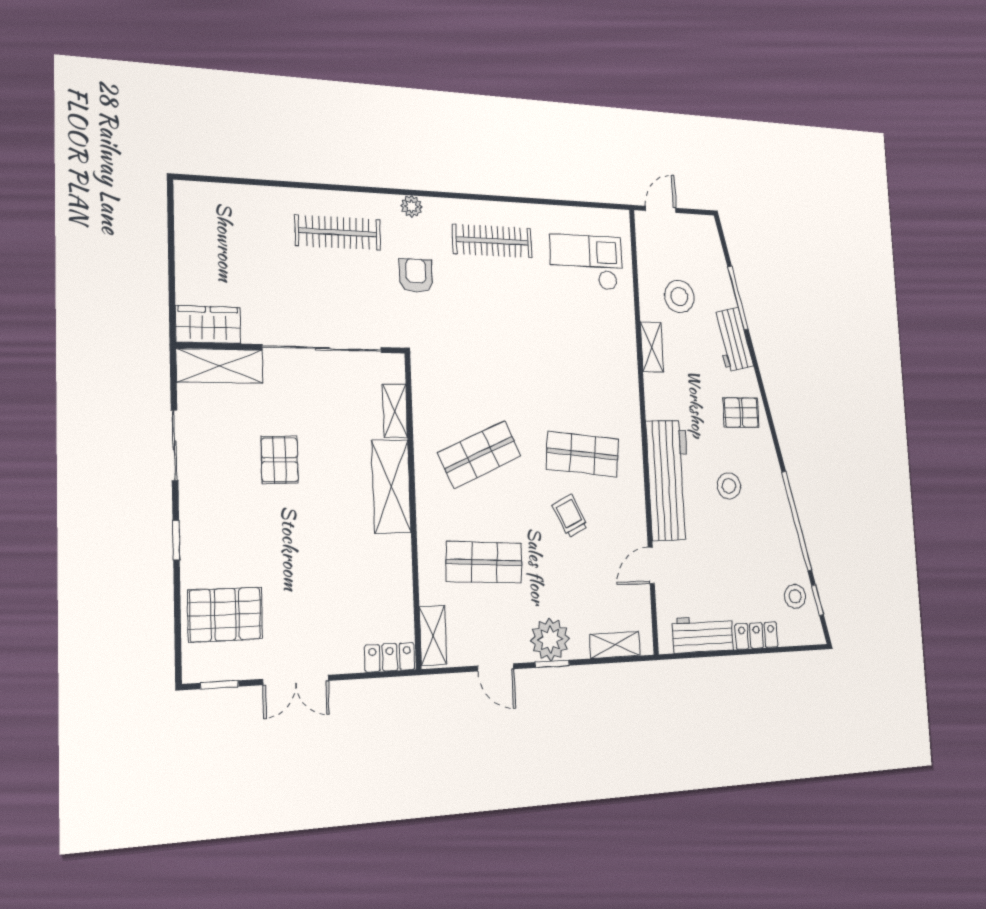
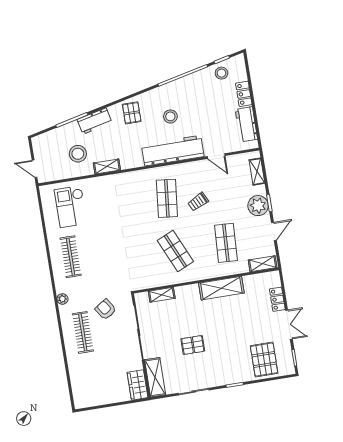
armchair: (416, 275) -> (106, 309), moved, turned 57
shelving: (391, 486) -> (221, 288), moved
locker: (390, 657) -> (277, 299), moved

